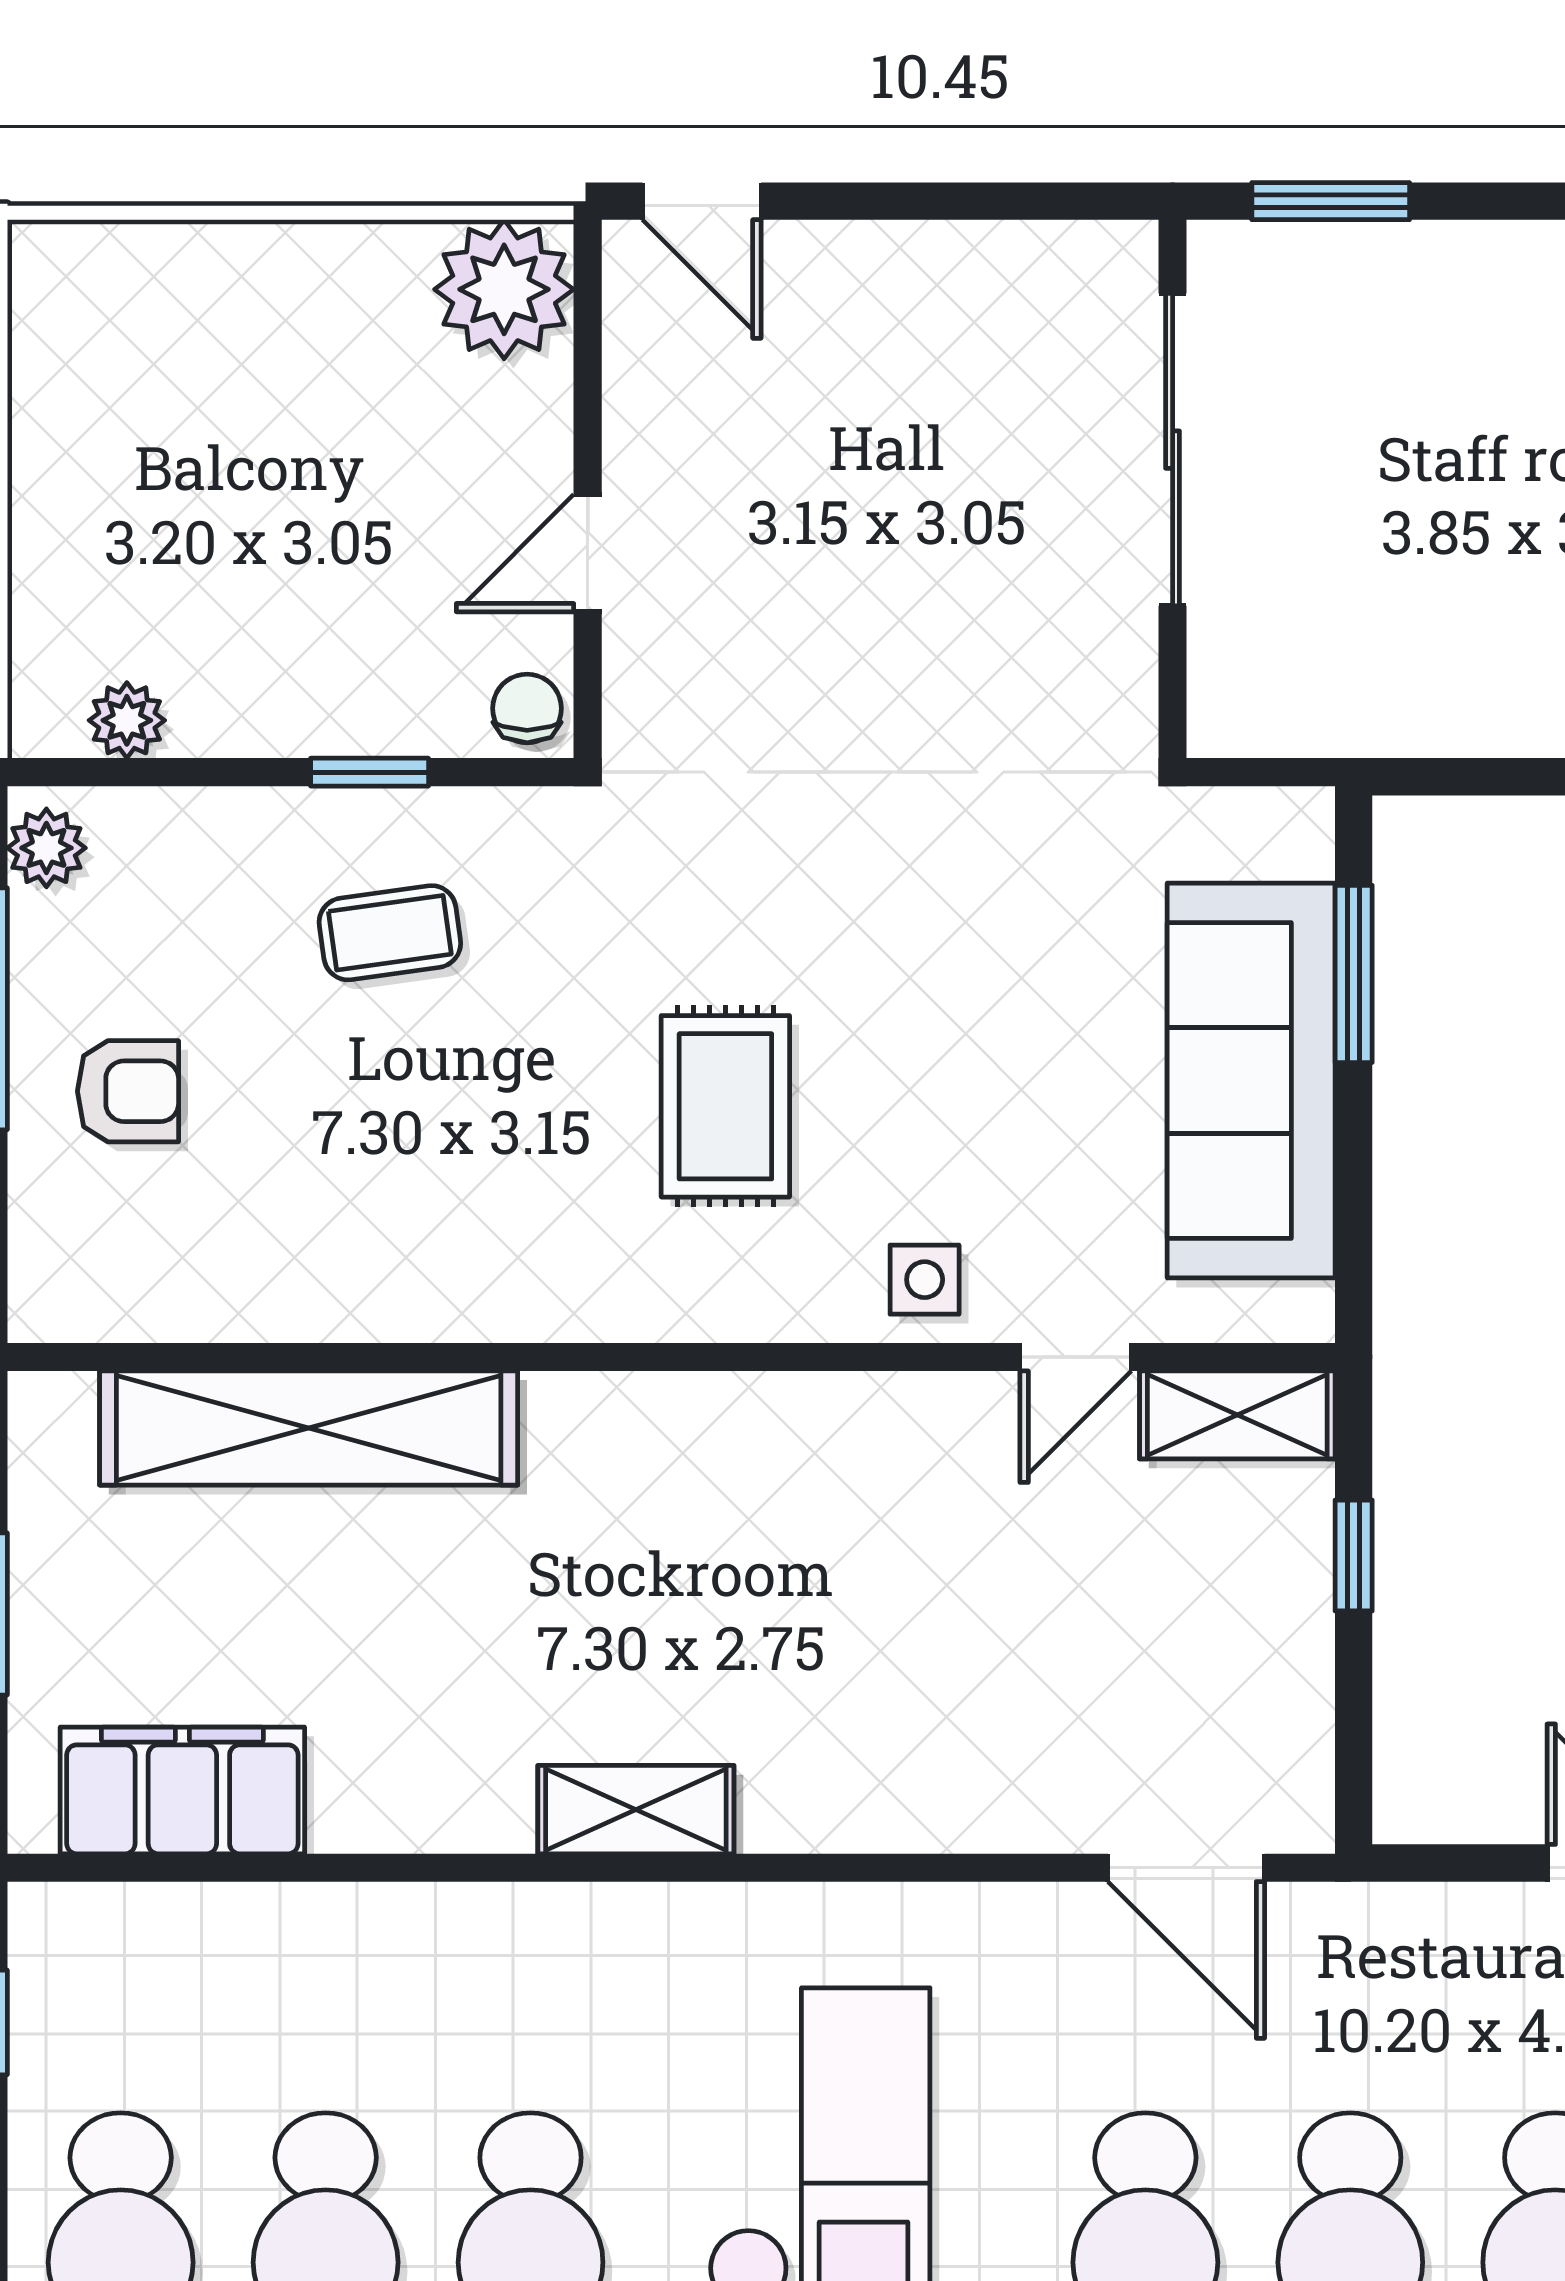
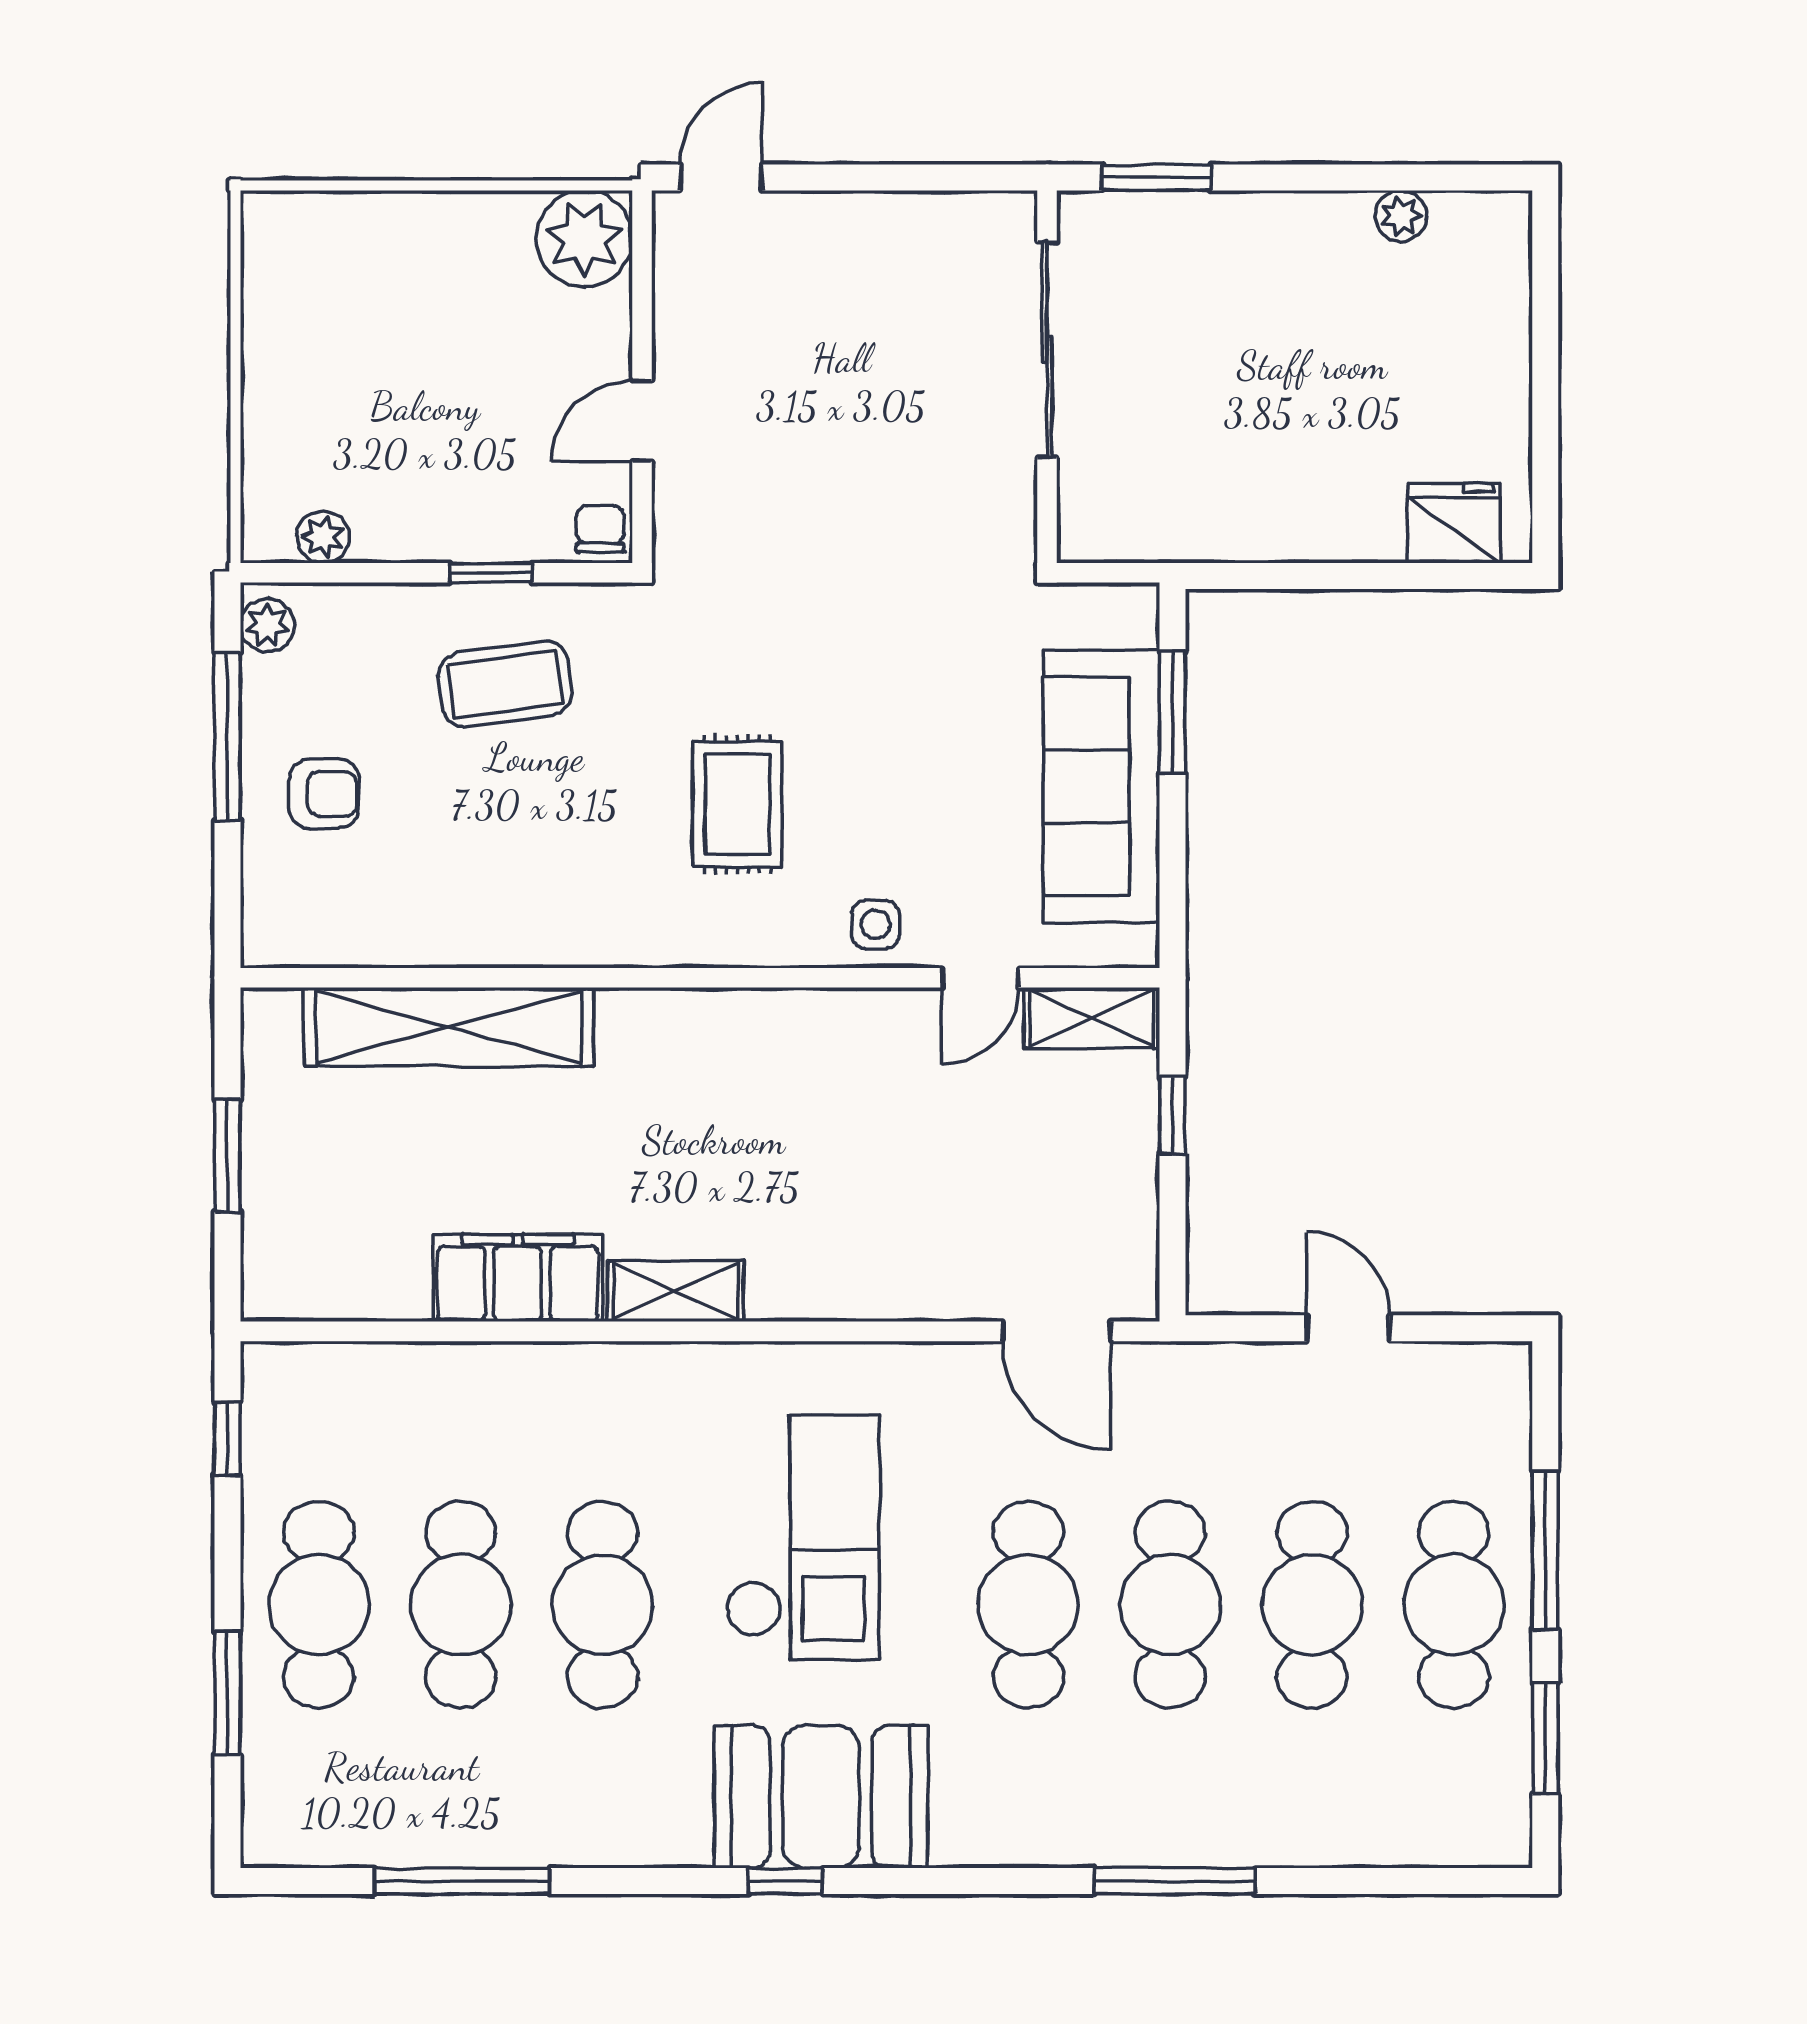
door: (702, 201) -> (721, 177), swing flipped
coffee table: (390, 933) -> (505, 684), width x1.36, depth x1.30
filing cabinet: (182, 1790) -> (518, 1278), moved

